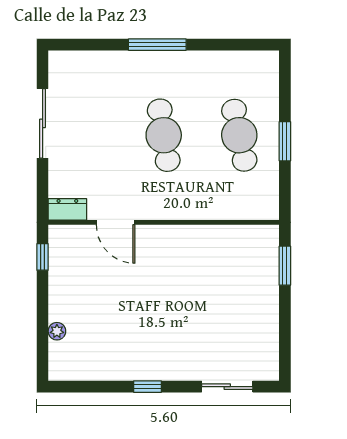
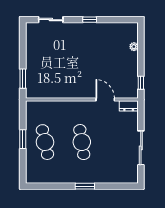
window: (157, 45) -> (85, 186), width x0.69

